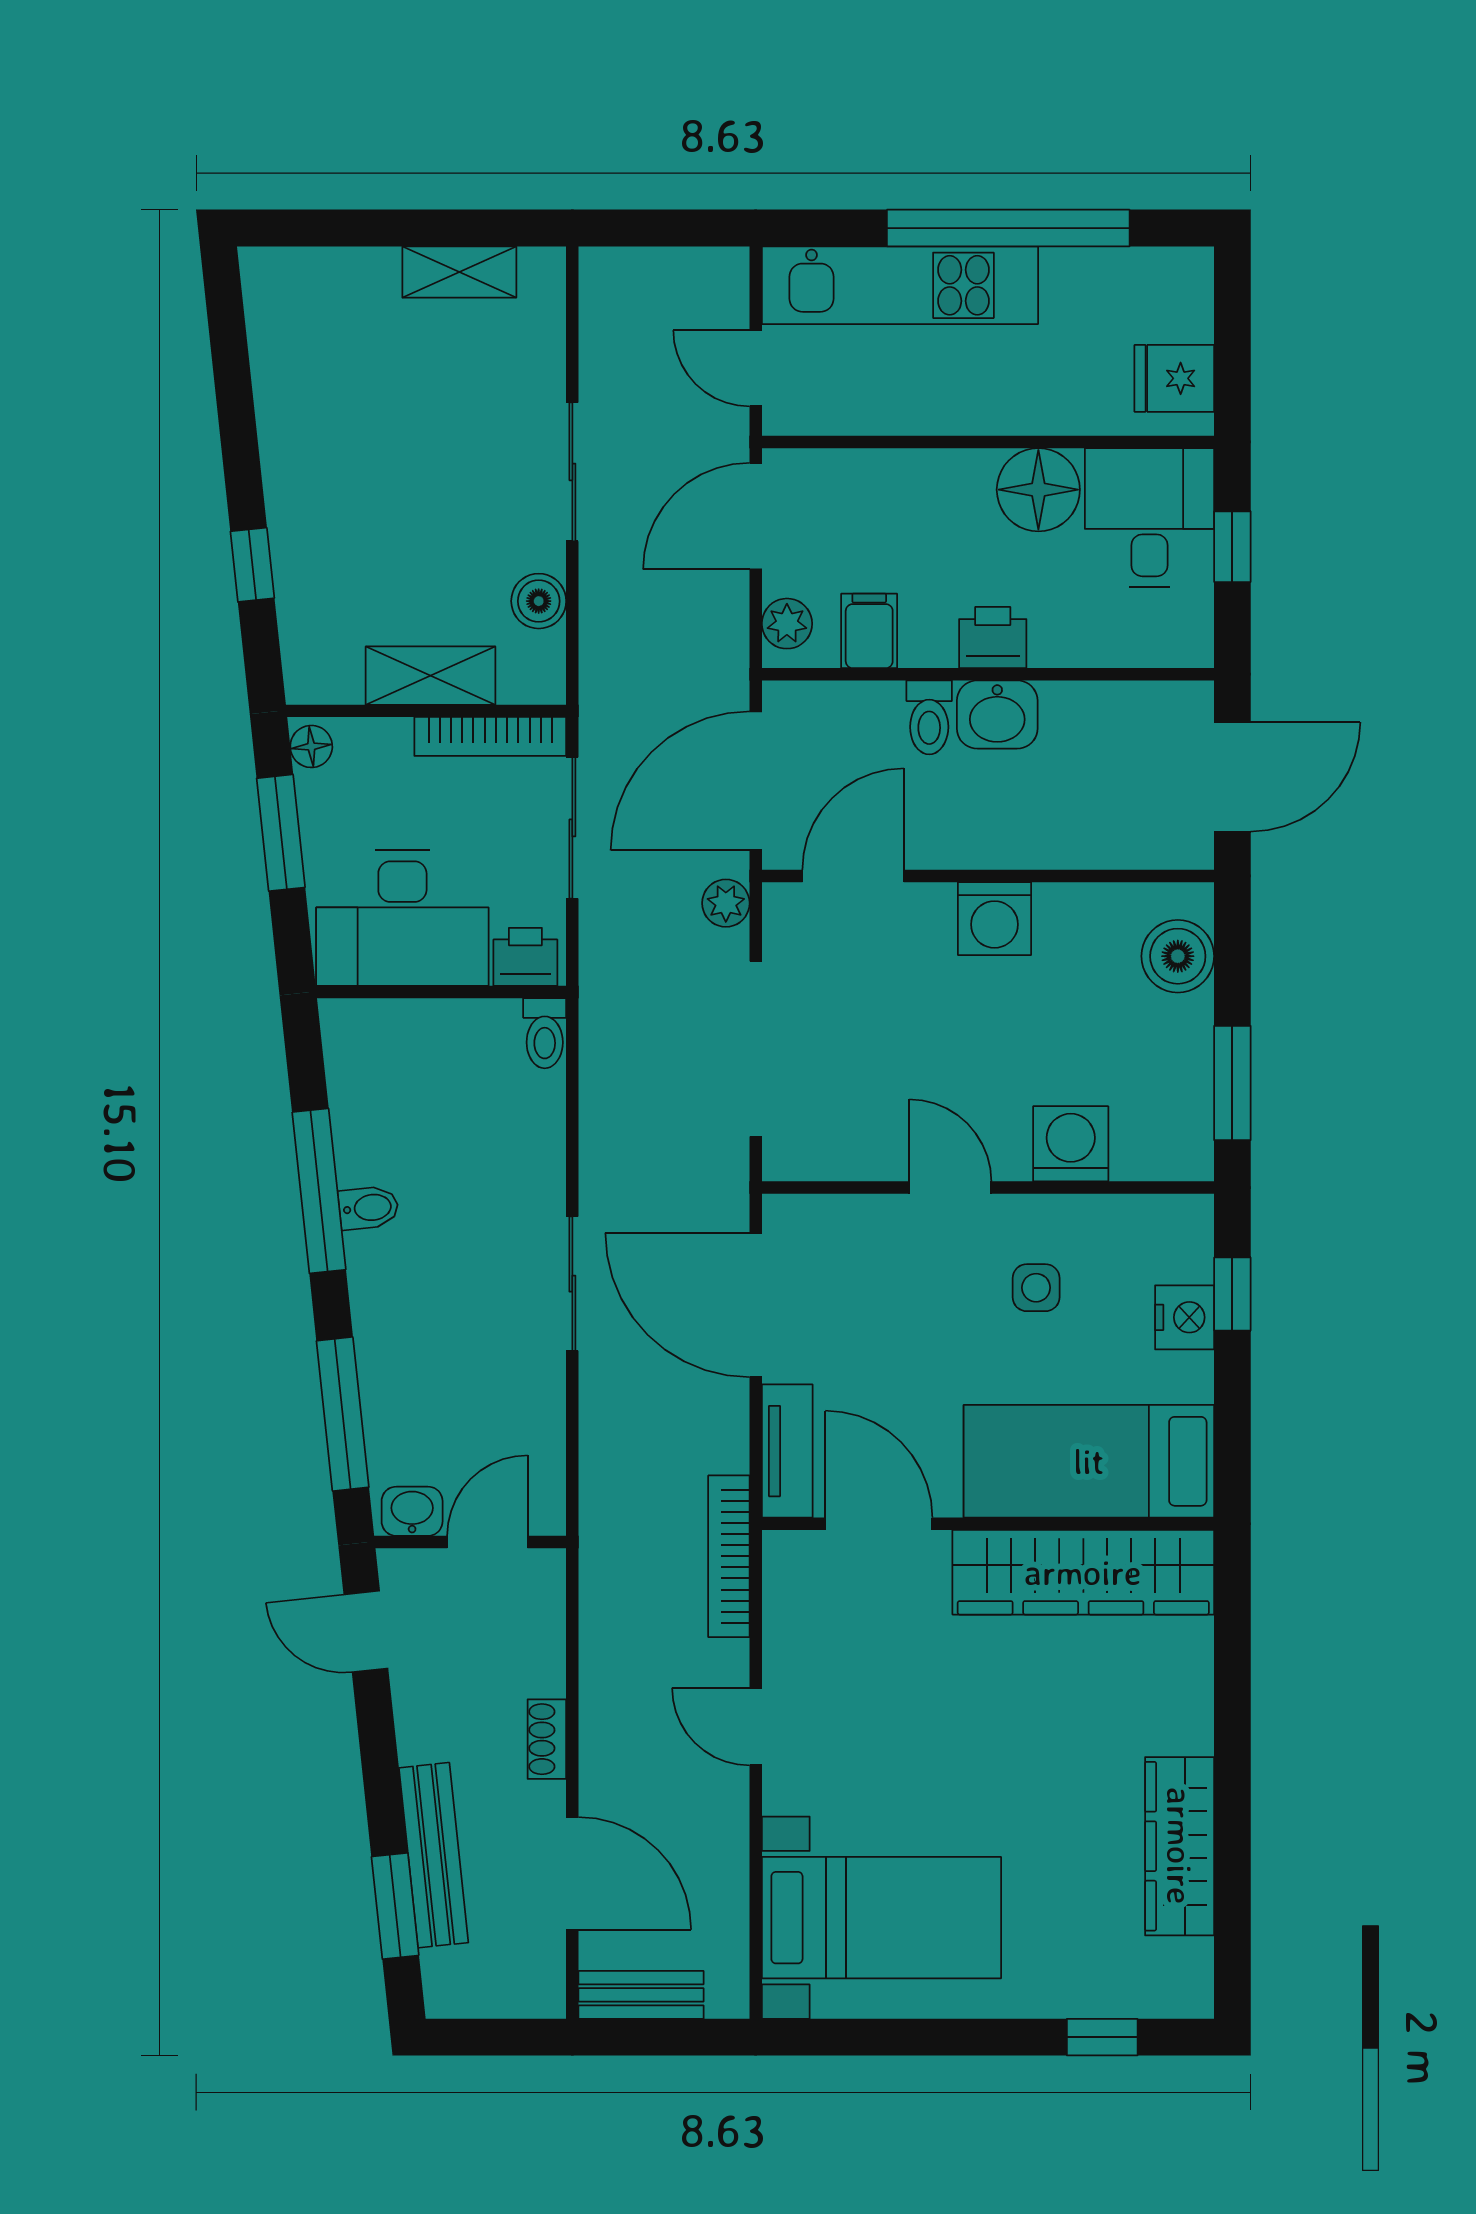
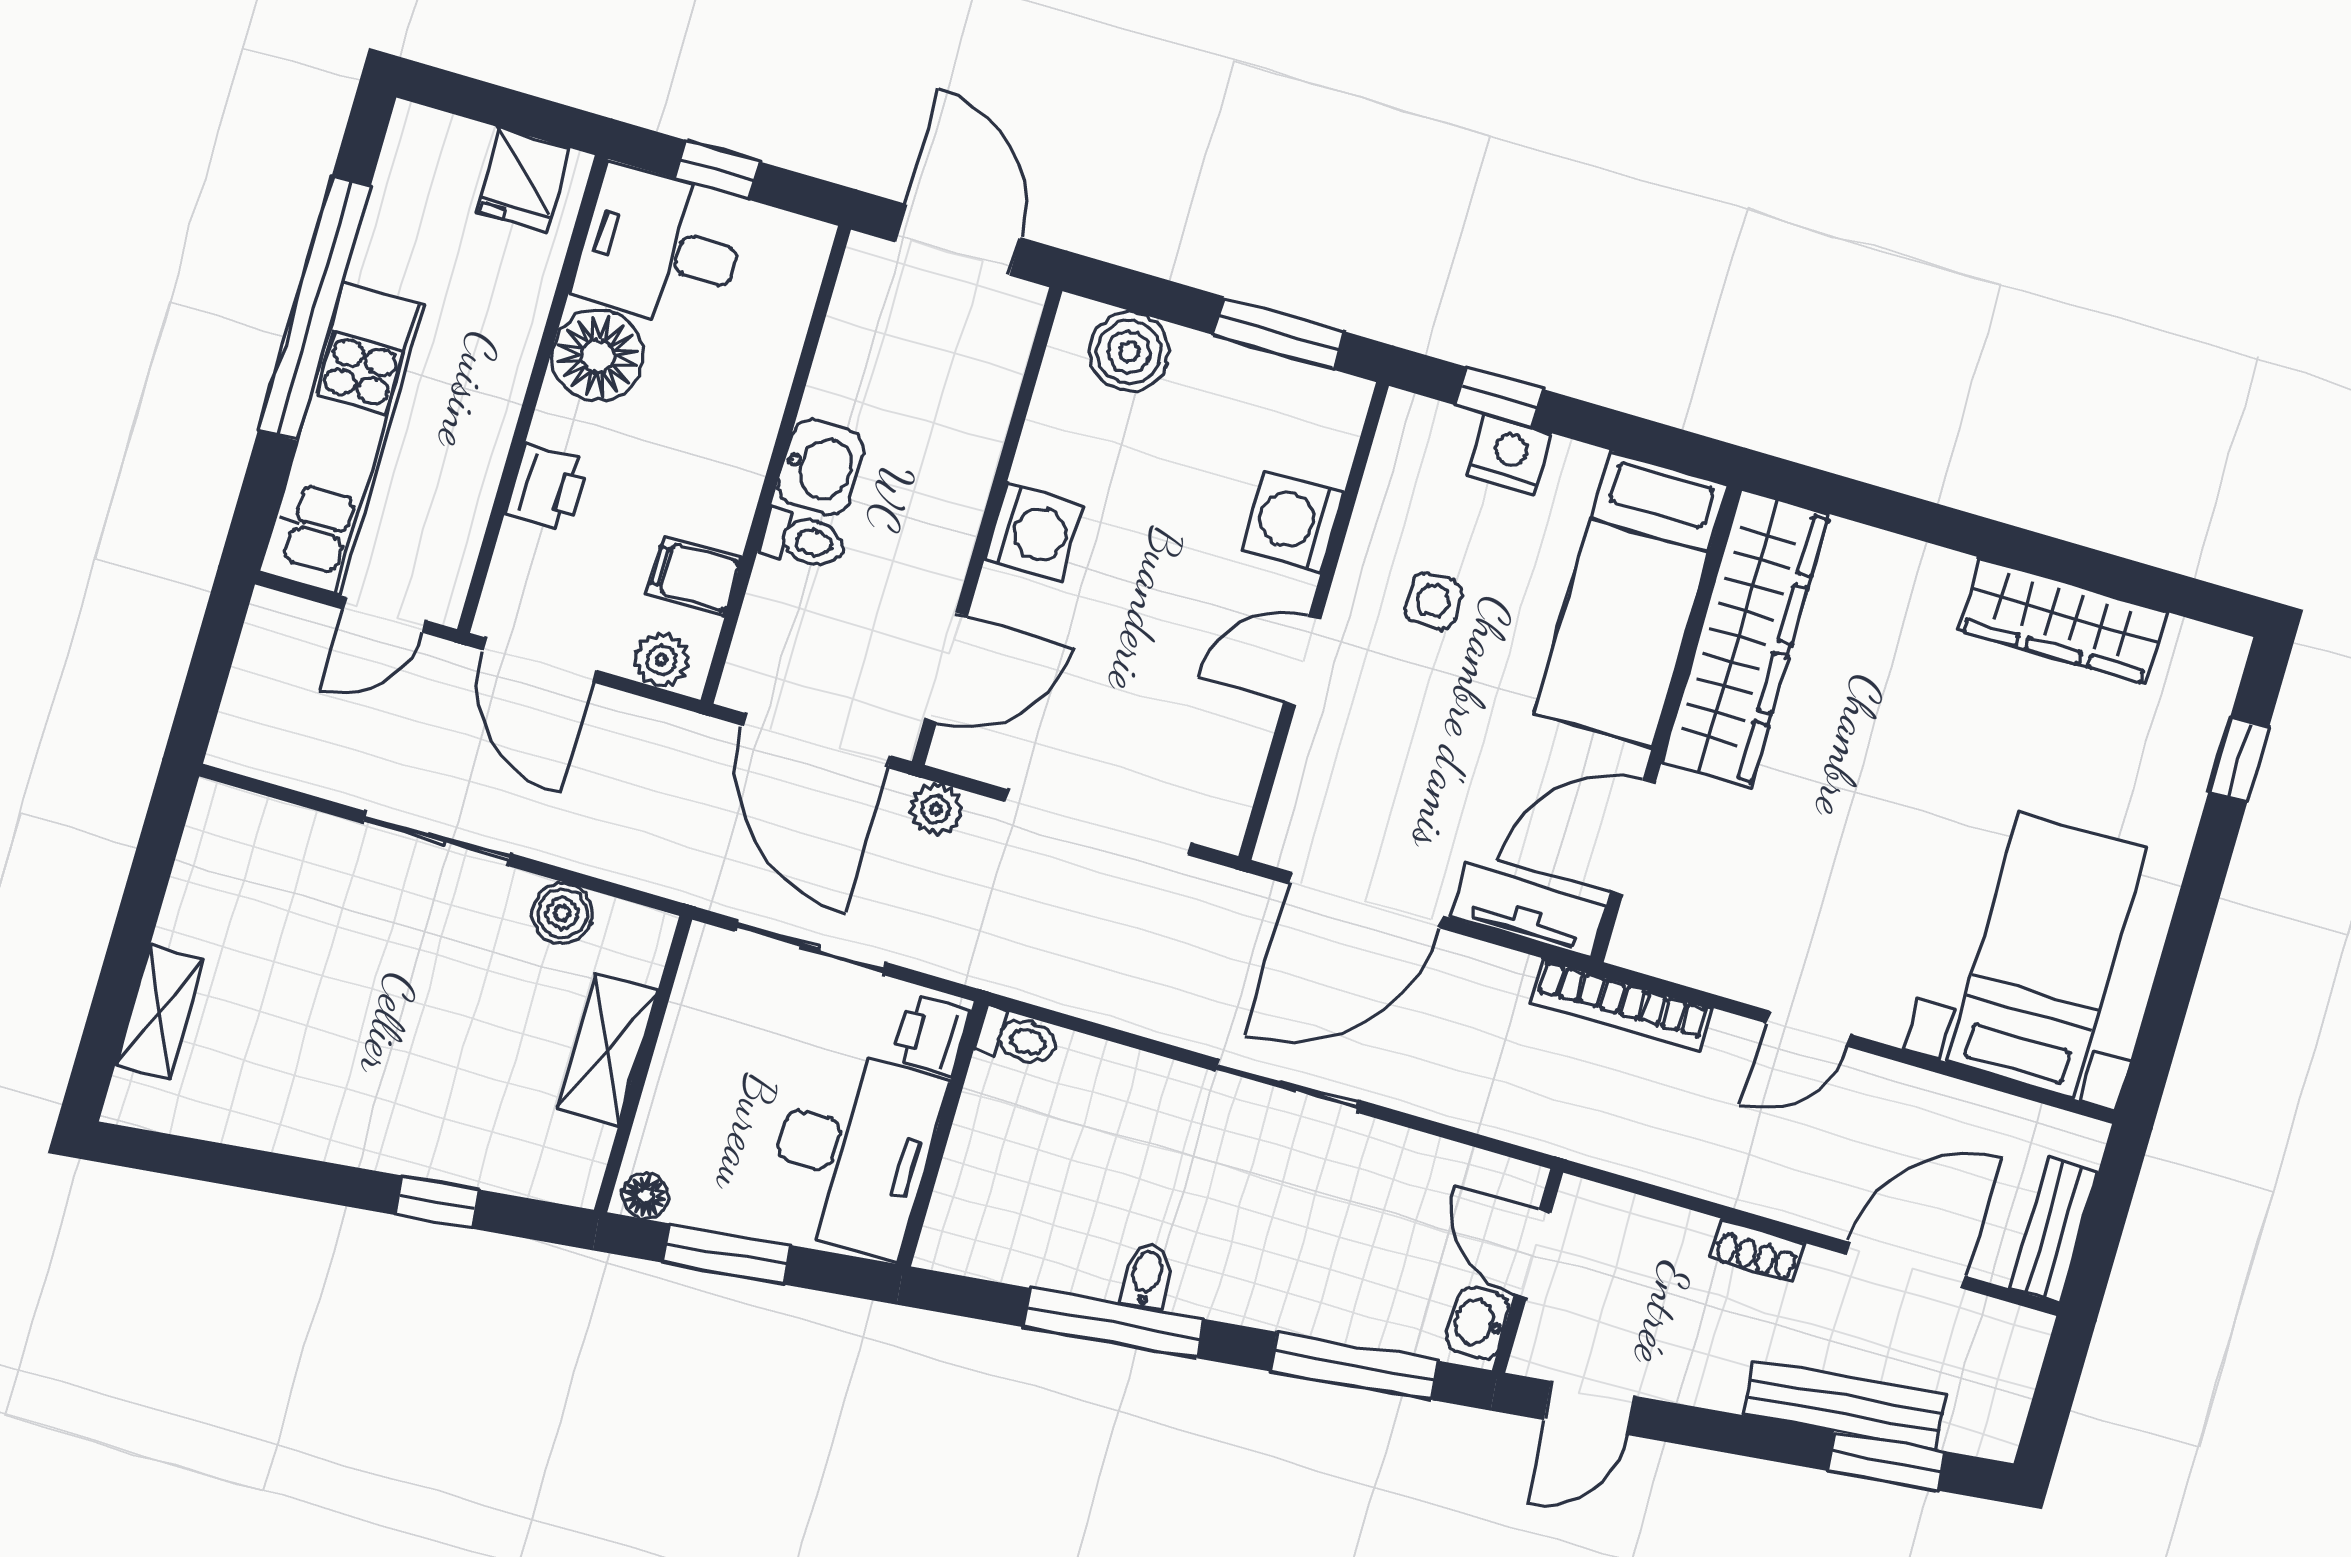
shelving: (459, 272) -> (160, 1012), moved
printer: (993, 637) -> (547, 488), moved, turned 180
bookcase: (490, 736) -> (689, 1005), removed
door: (853, 876) -> (946, 668), swing flipped

